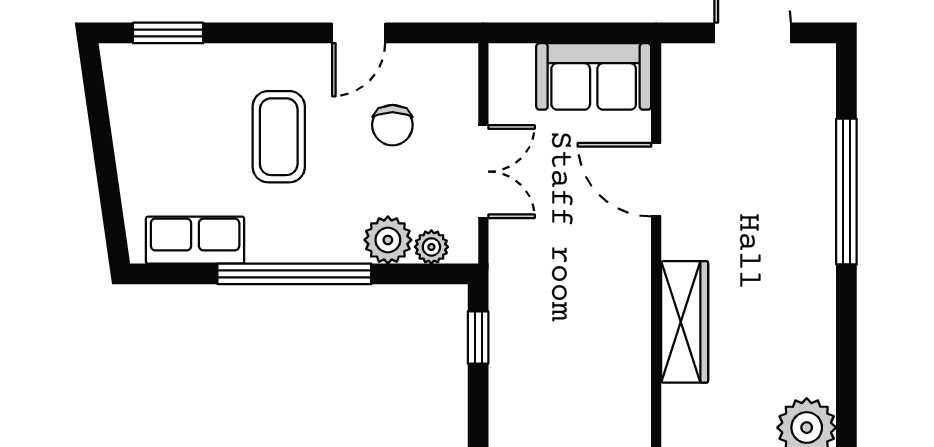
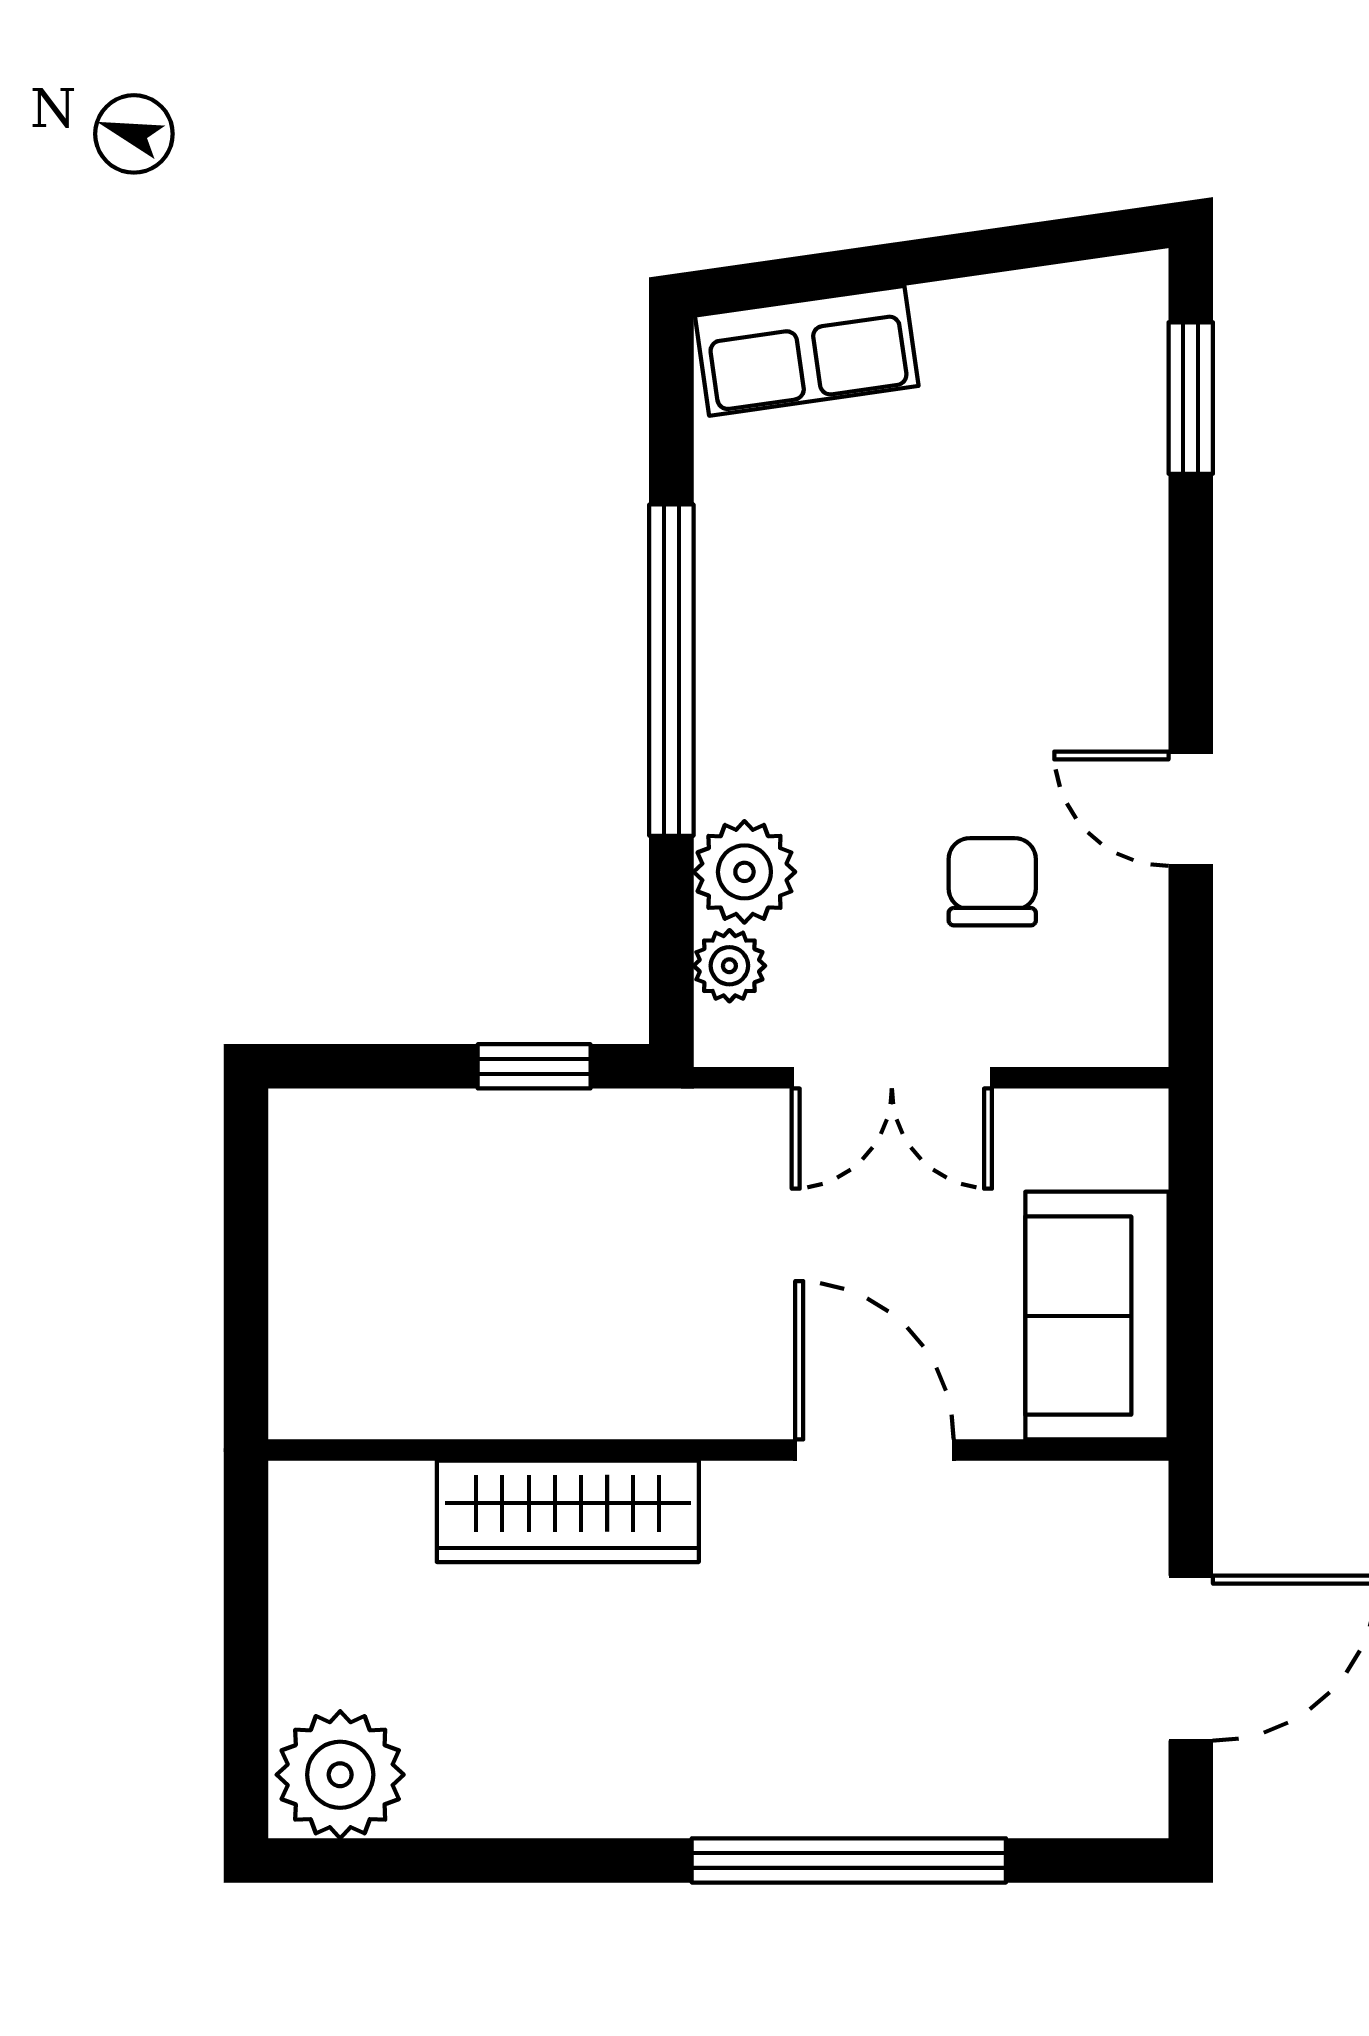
chair: (392, 125) -> (992, 882), turned 90
coffee table: (279, 137) -> (967, 637), removed
door: (656, 180) -> (874, 1450), hinge flipped
row of seats: (195, 240) -> (807, 351), moved, turned 82

